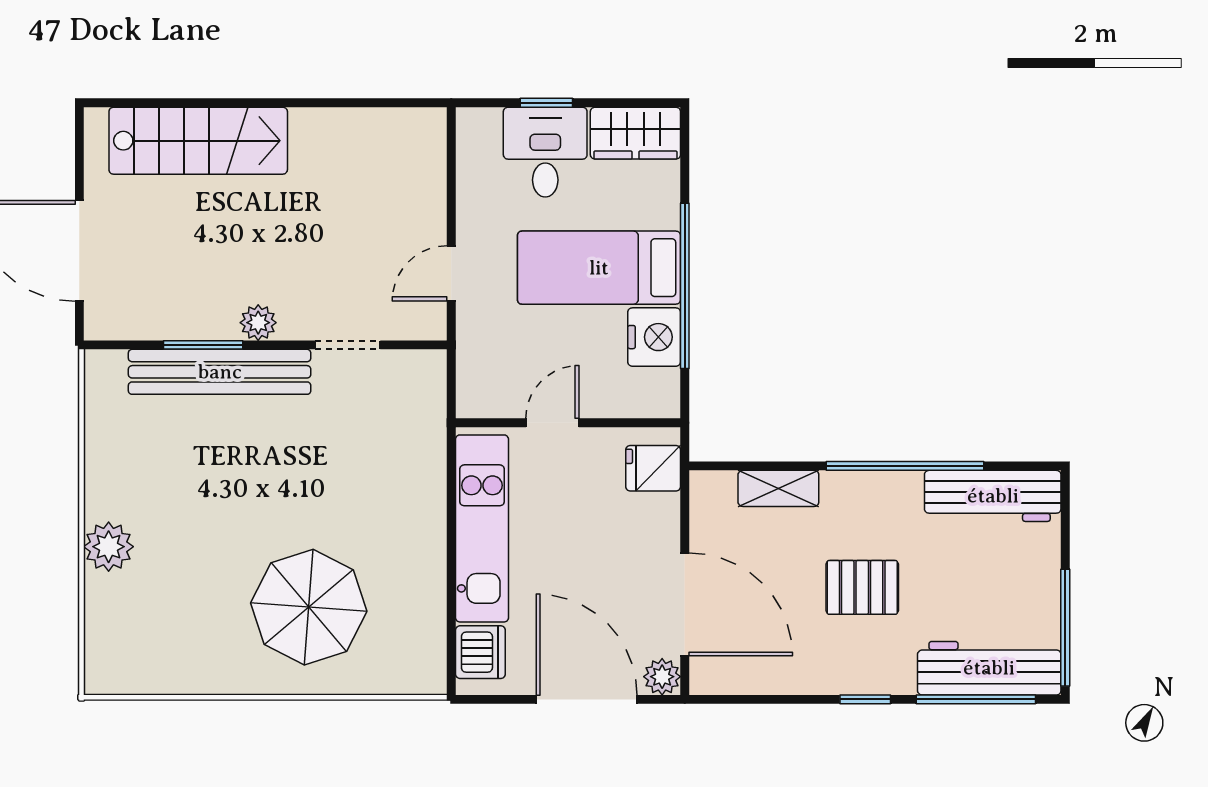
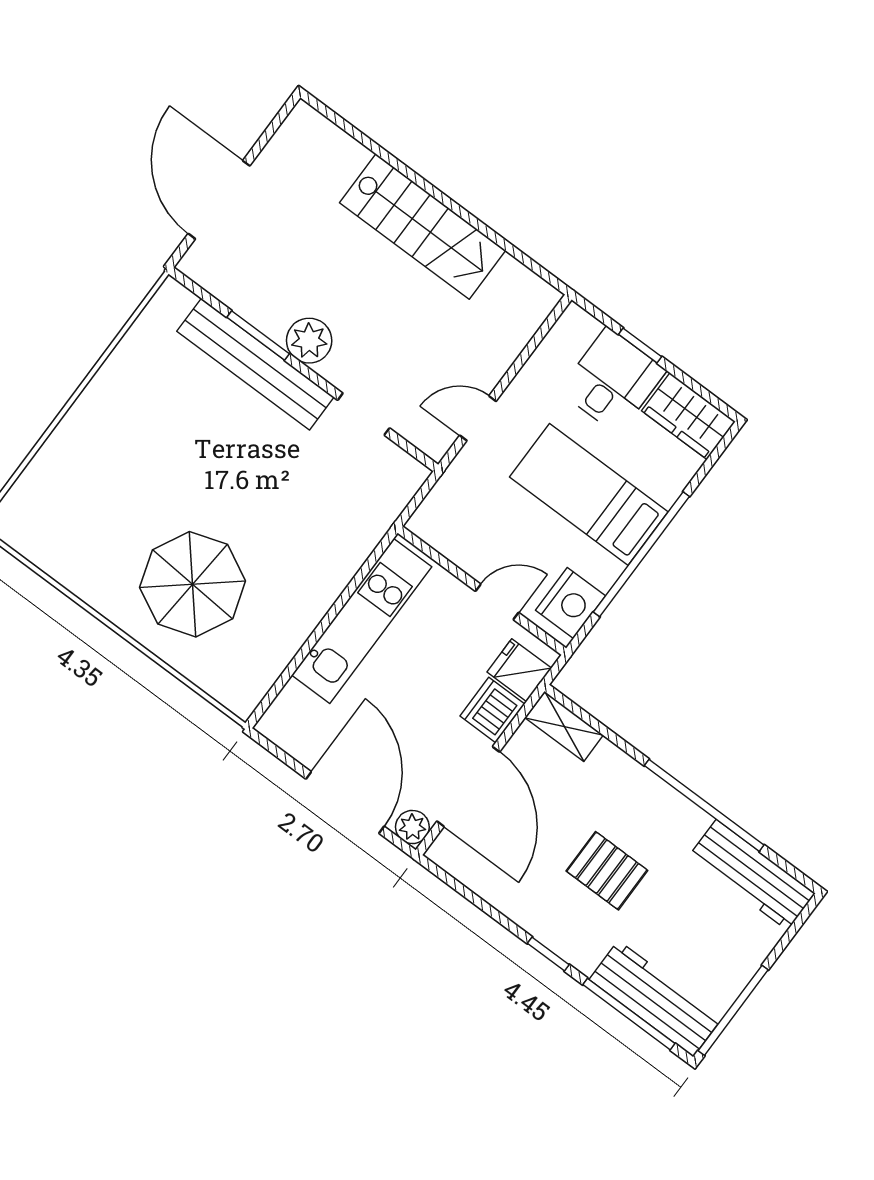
stairs: (198, 141) -> (423, 226), moved
plant: (258, 323) -> (309, 341), width x1.38, depth x1.38
nightstand: (654, 337) -> (570, 603), moved
door: (552, 423) -> (497, 602), moved
shelving: (778, 488) -> (564, 726), moved
plant: (109, 547) -> (79, 431), removed
dishwasher: (480, 652) -> (492, 710), moved, turned 180

